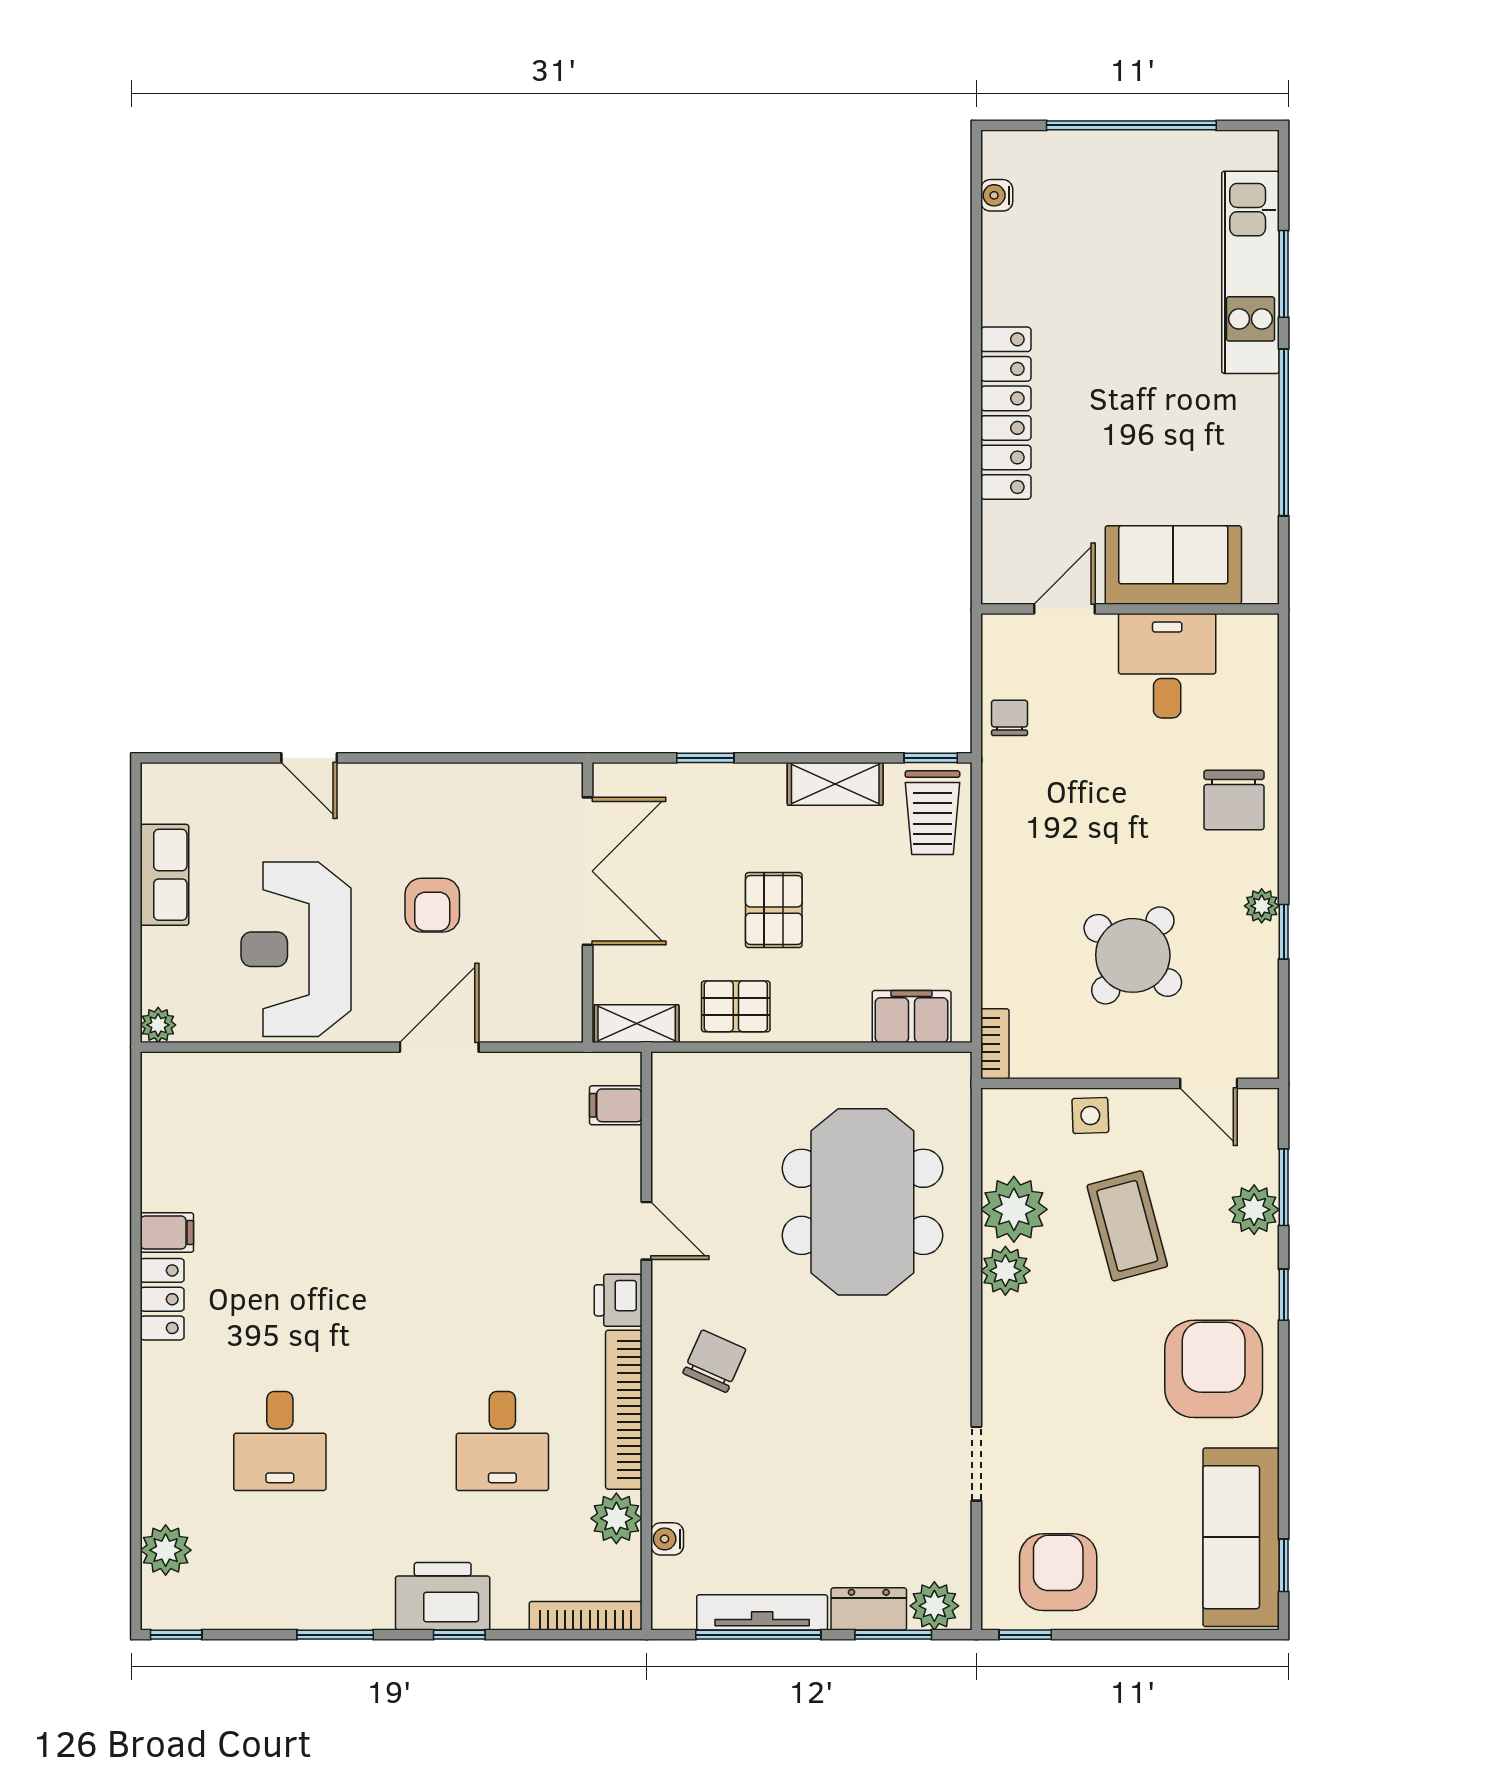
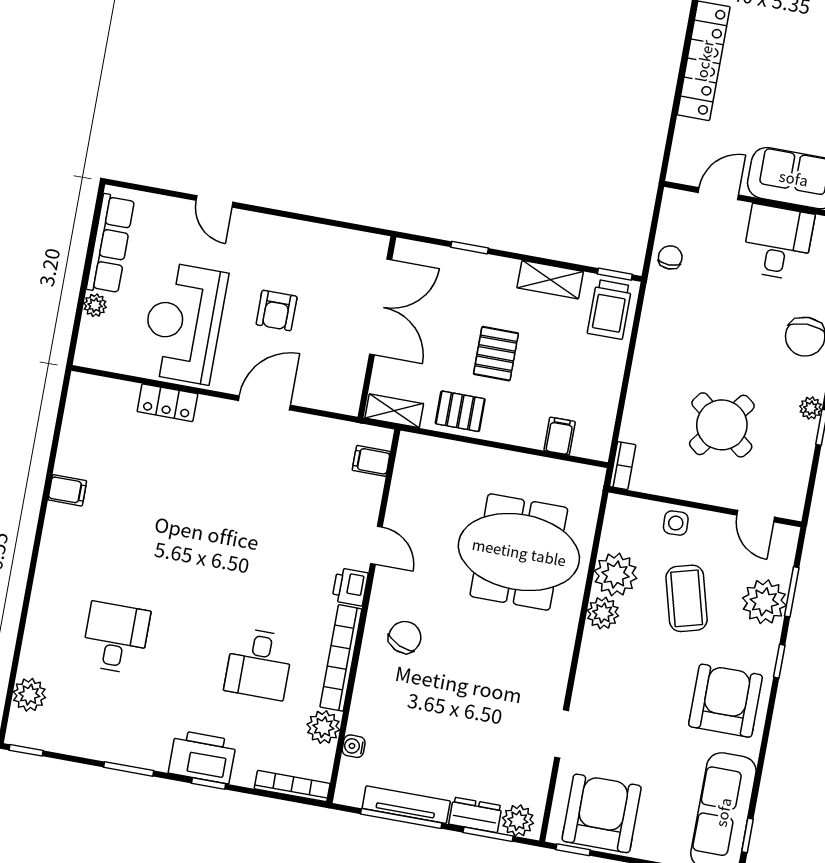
row of seats: (165, 875) -> (110, 244), width x1.48
filing cabinet: (912, 1016) -> (560, 436), width x0.50
plant: (158, 1025) -> (95, 305), moved
meeting table: (862, 1202) -> (519, 552), turned 90
plant: (1254, 1210) -> (764, 602), width x1.36, depth x1.36
locker: (162, 1299) -> (167, 403), moved, turned 90
desk: (280, 1441) -> (116, 638), turned 180
armchair: (1058, 1572) -> (602, 813), width x1.36, depth x1.36

